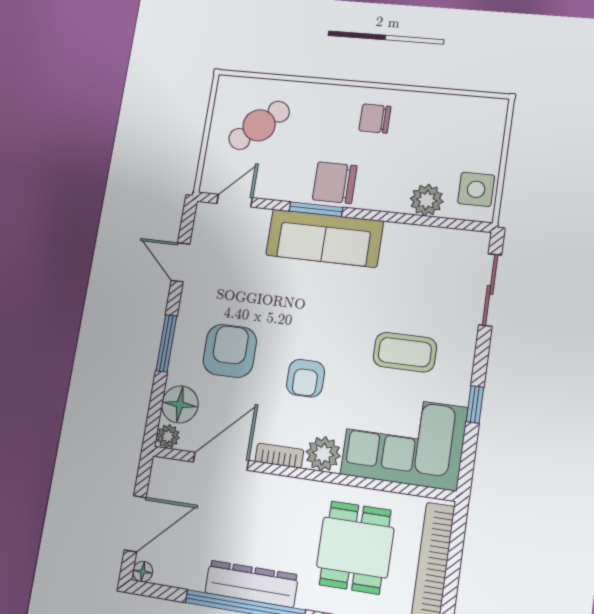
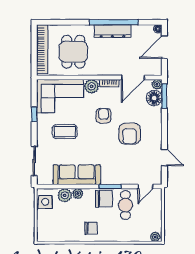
plant: (232, 86) -> (155, 237), added
cafe table: (259, 125) -> (125, 205), moved, turned -48
plant: (395, 201) -> (78, 194), added
sofa: (324, 238) -> (77, 175), moved
window: (166, 343) -> (164, 96), moved
armchair: (230, 351) -> (130, 134), moved

